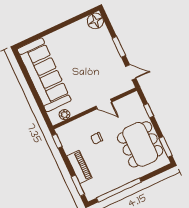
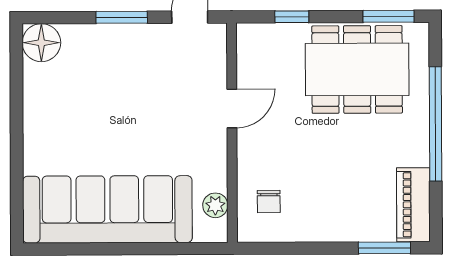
chair: (97, 138) -> (269, 201), moved
window: (57, 141) -> (266, 248), removed
piano: (79, 167) -> (413, 205), moved, turned -90
window: (119, 190) -> (436, 124), moved

